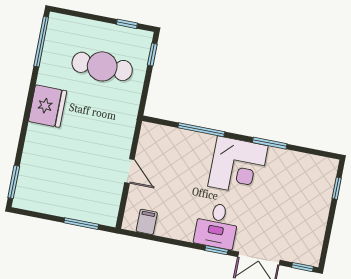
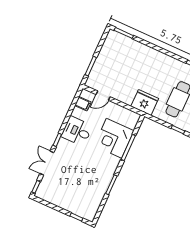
fridge: (48, 106) -> (145, 102), moved, turned 180
corner desk: (238, 166) -> (114, 138), moved
door: (129, 171) -> (103, 96), moved
desk: (217, 225) -> (77, 131), moved

